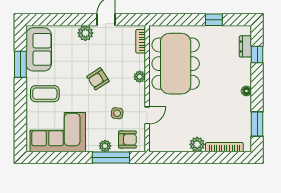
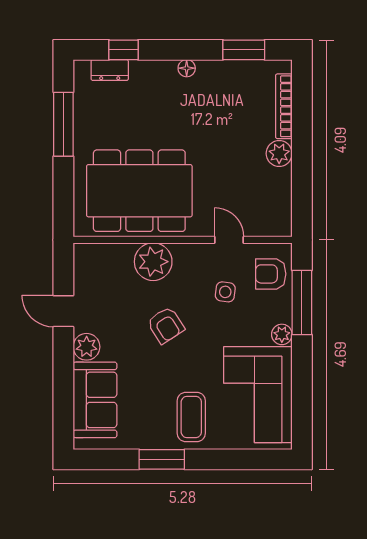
window: (214, 20) -> (63, 124), width x2.17
bookcase: (141, 41) -> (101, 251), removed
sofa: (39, 49) -> (95, 400), moved, turned 90
window: (20, 64) -> (162, 459), moved
plant: (140, 77) -> (153, 262), width x1.87, depth x1.87
armchair: (127, 140) -> (271, 274), turned -90
plant: (105, 146) -> (282, 334), moved

